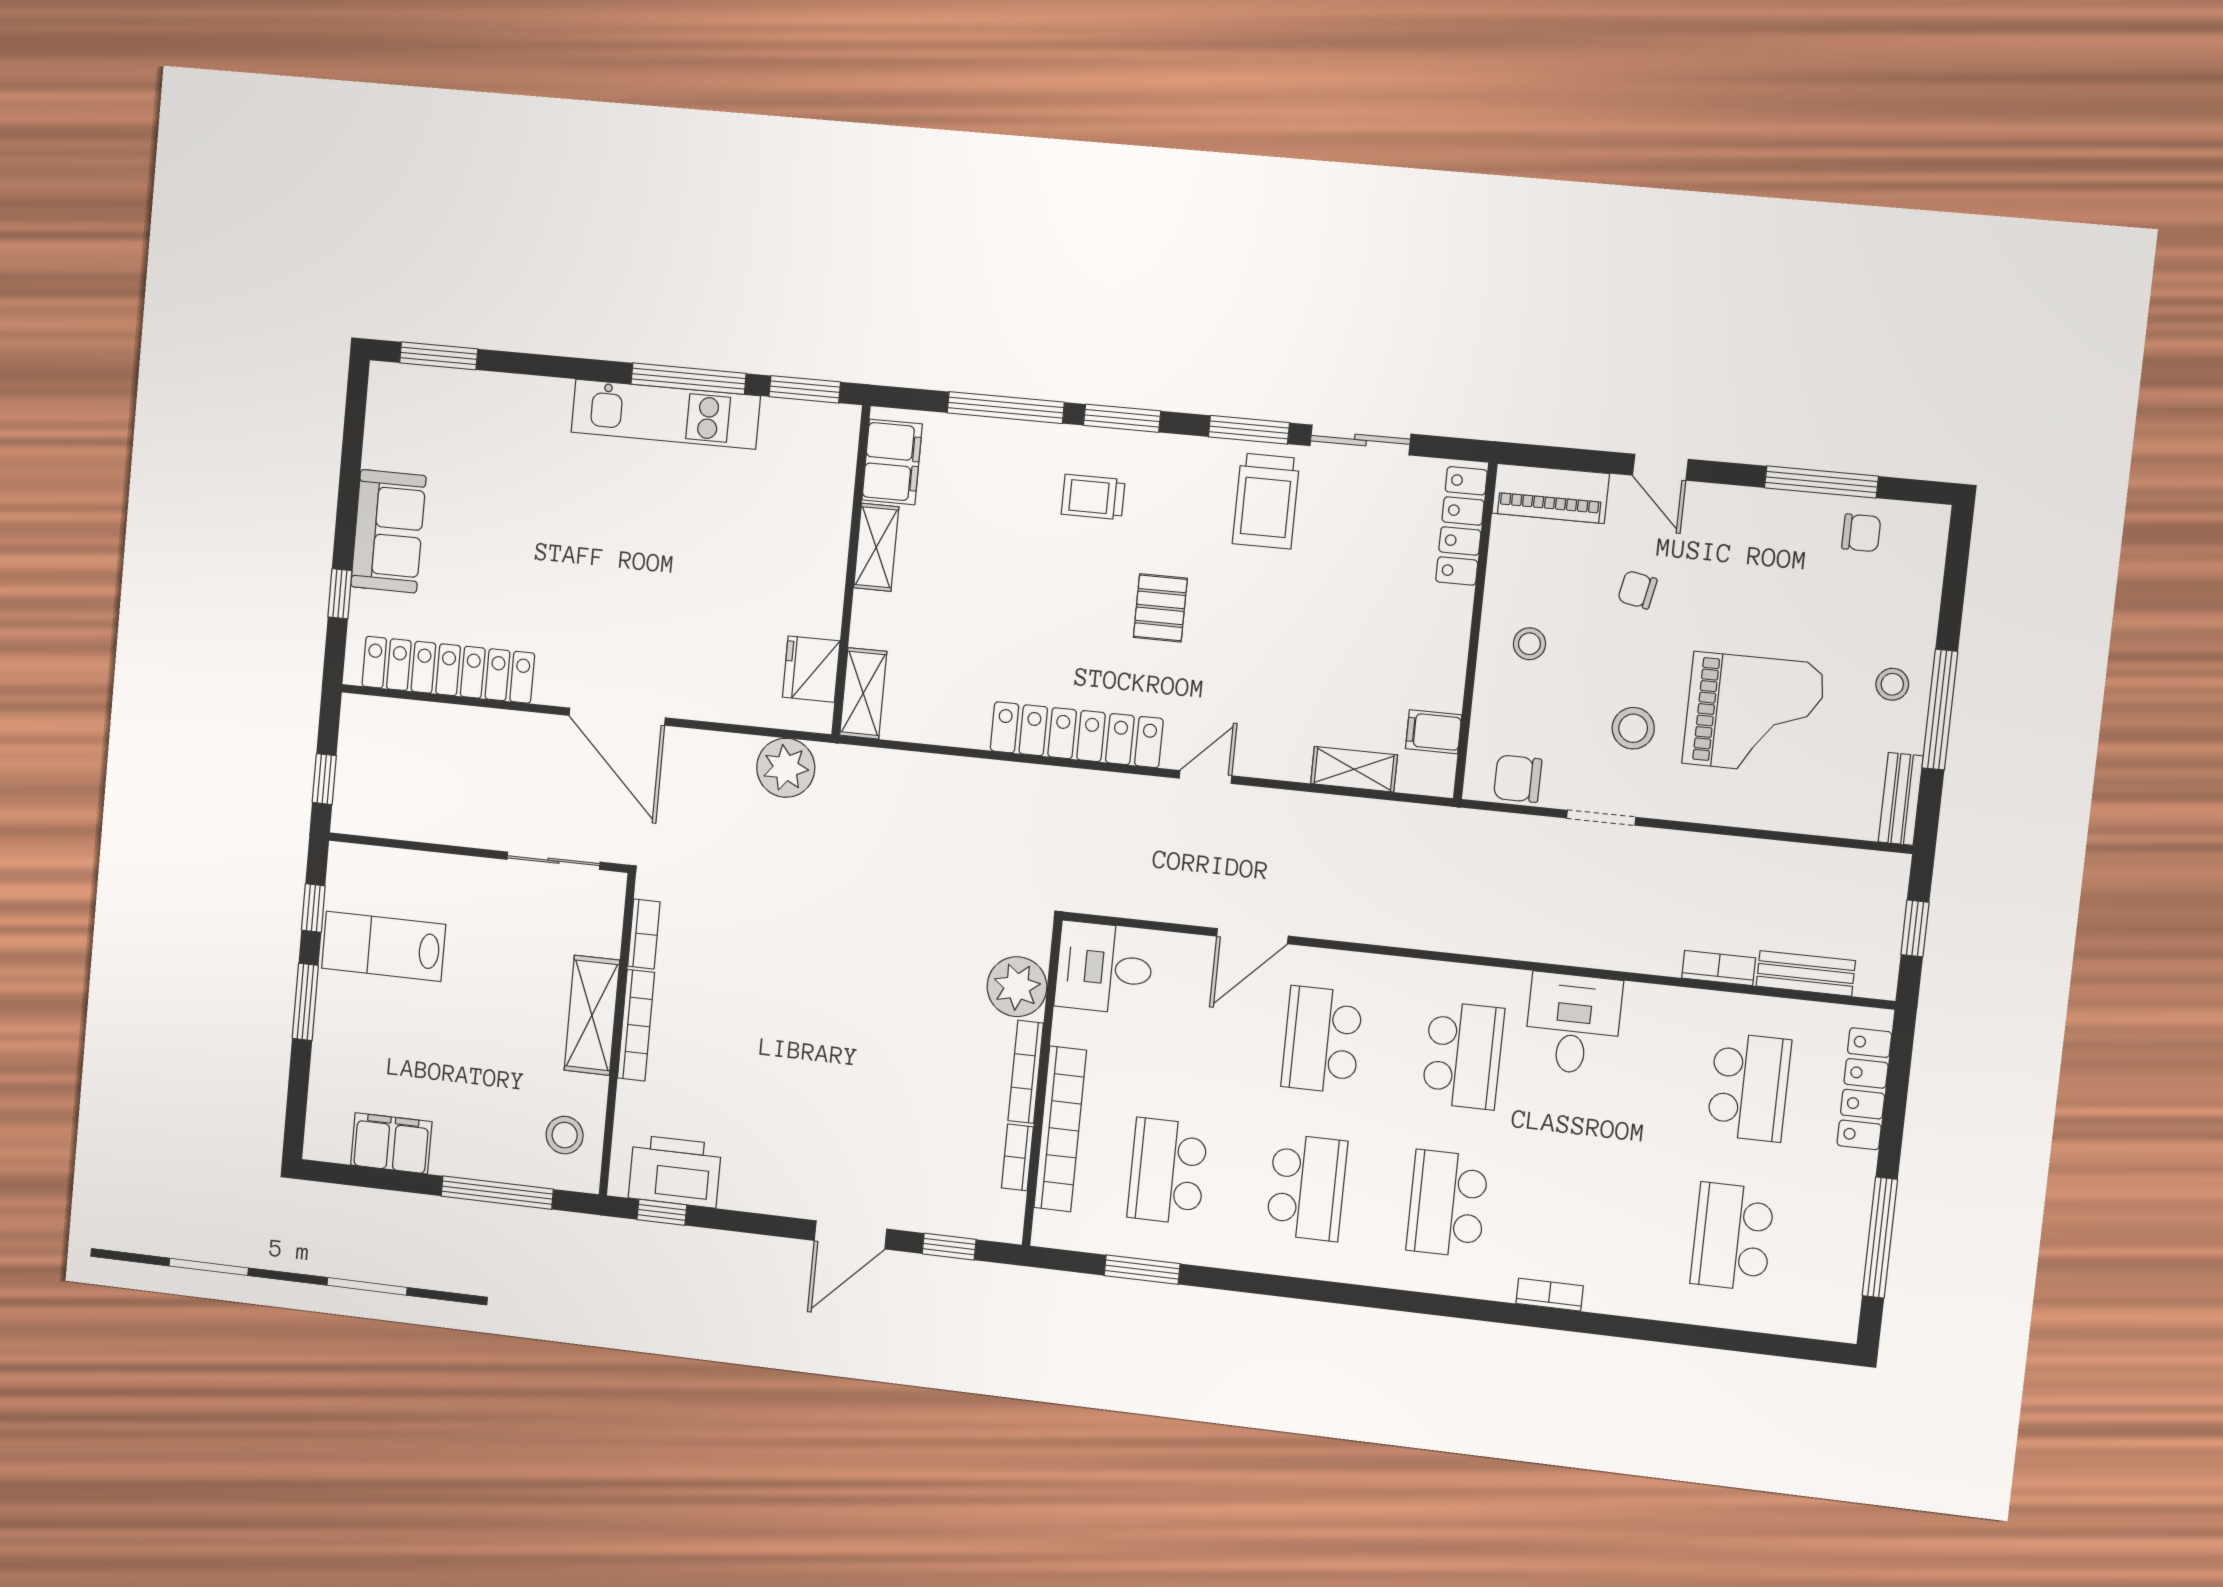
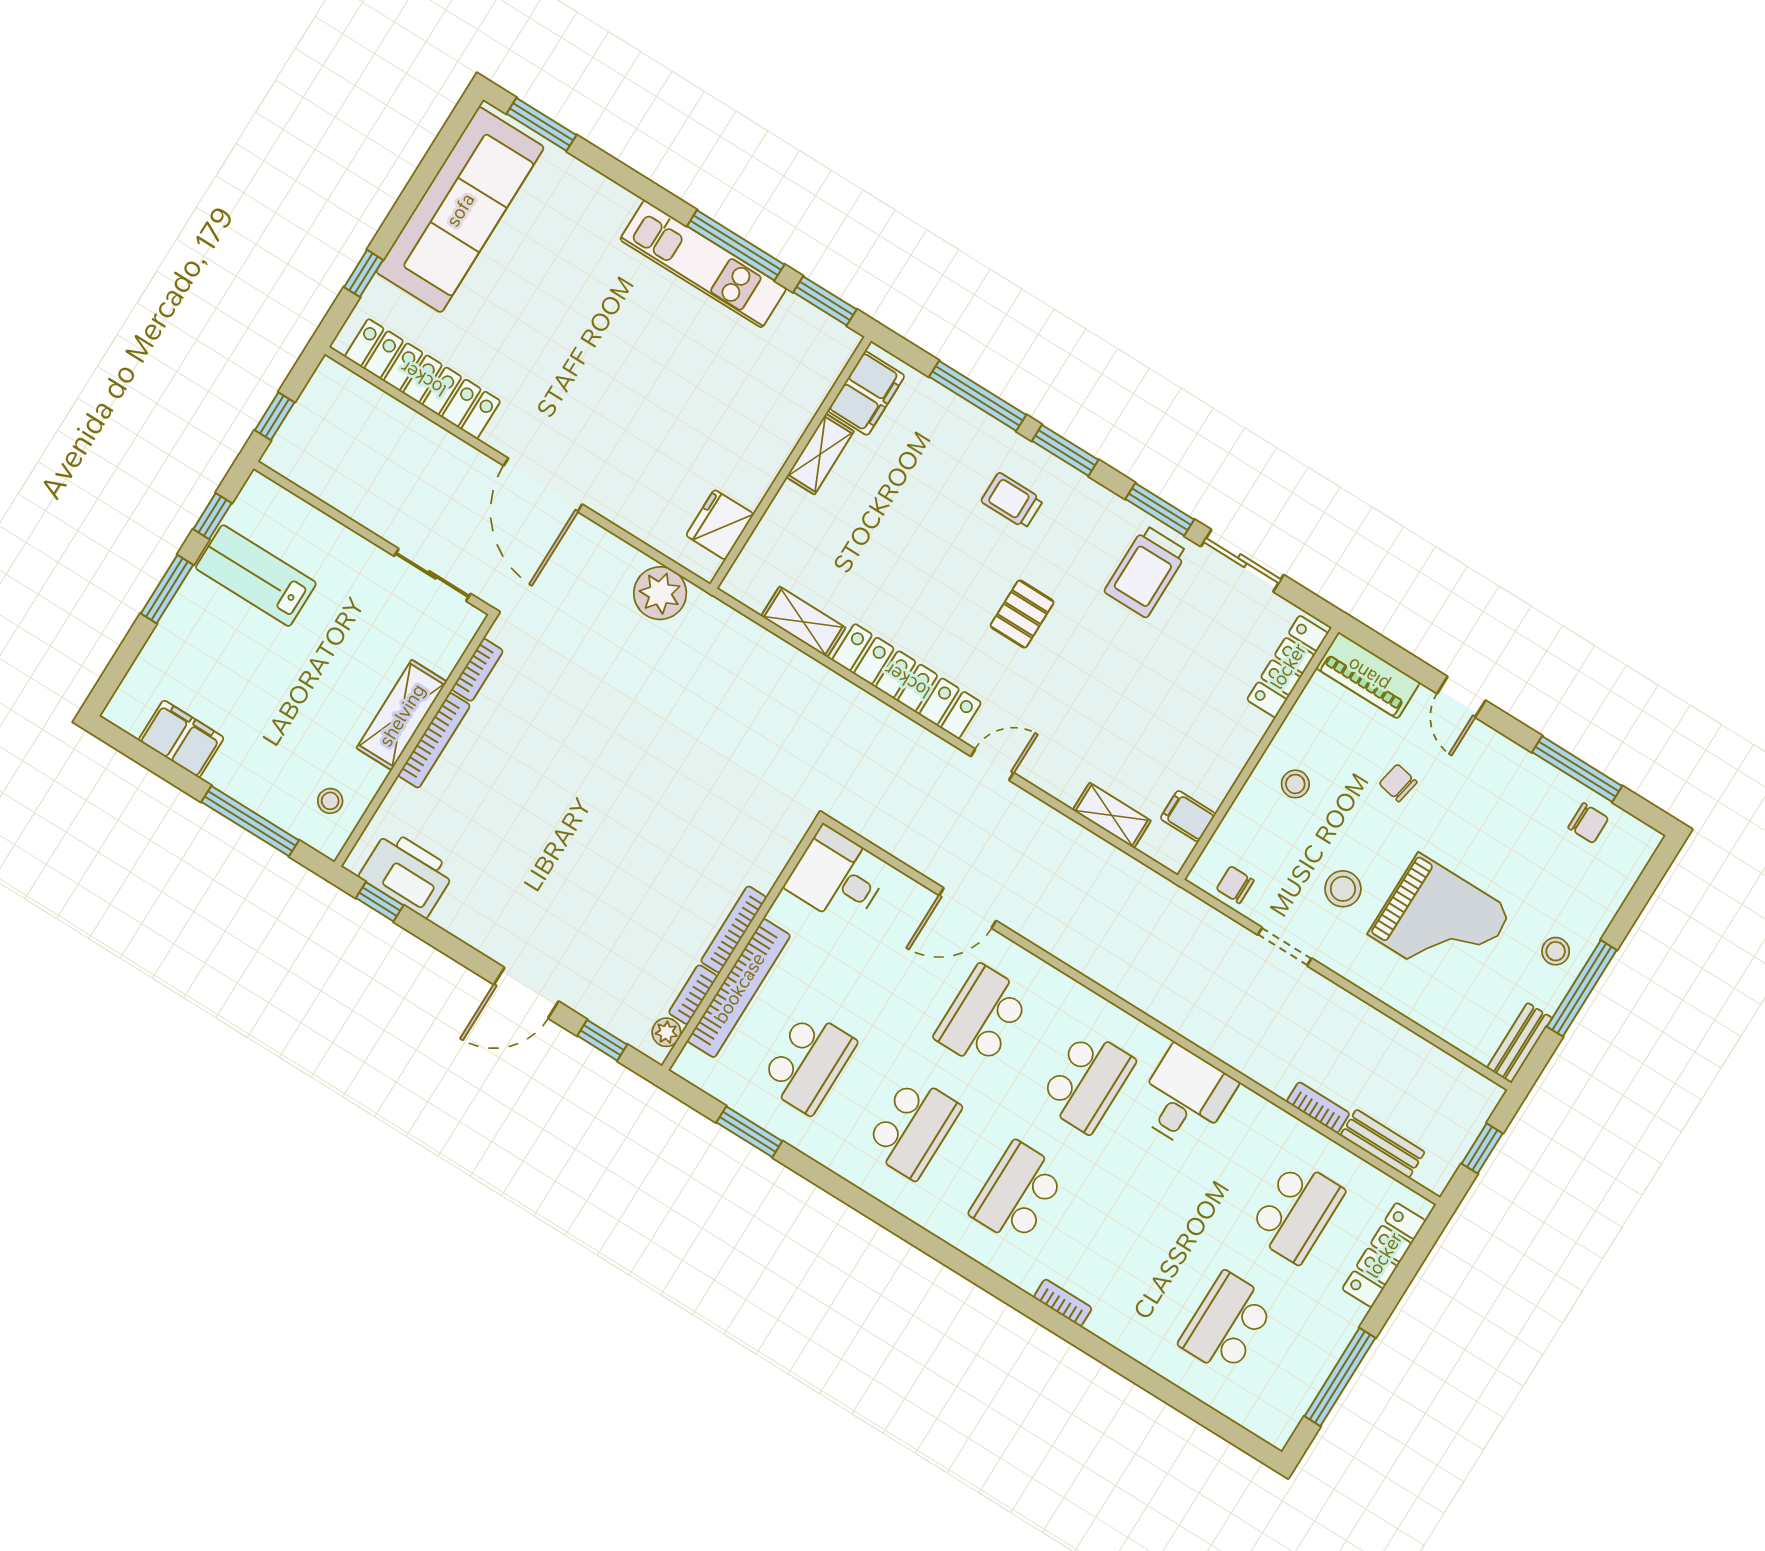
sofa: (388, 531) -> (460, 210), width x1.85, depth x1.27
shelving: (863, 693) -> (803, 622), moved, turned 90
chair: (1518, 779) -> (1235, 885), width x0.73, depth x0.73
plant: (1017, 987) -> (666, 1032), moved, width x0.53, depth x0.53
stool: (565, 1135) -> (330, 801), width x0.73, depth x0.73
school desk: (1167, 1171) -> (808, 1063), turned 180

